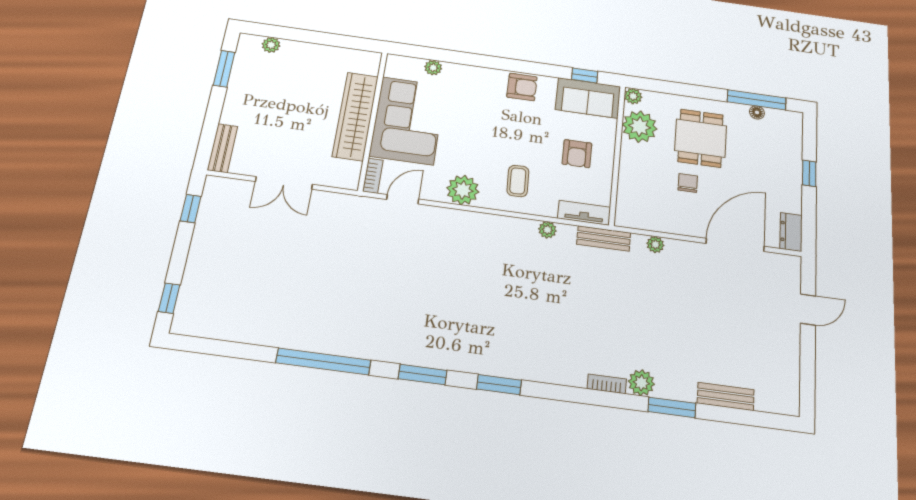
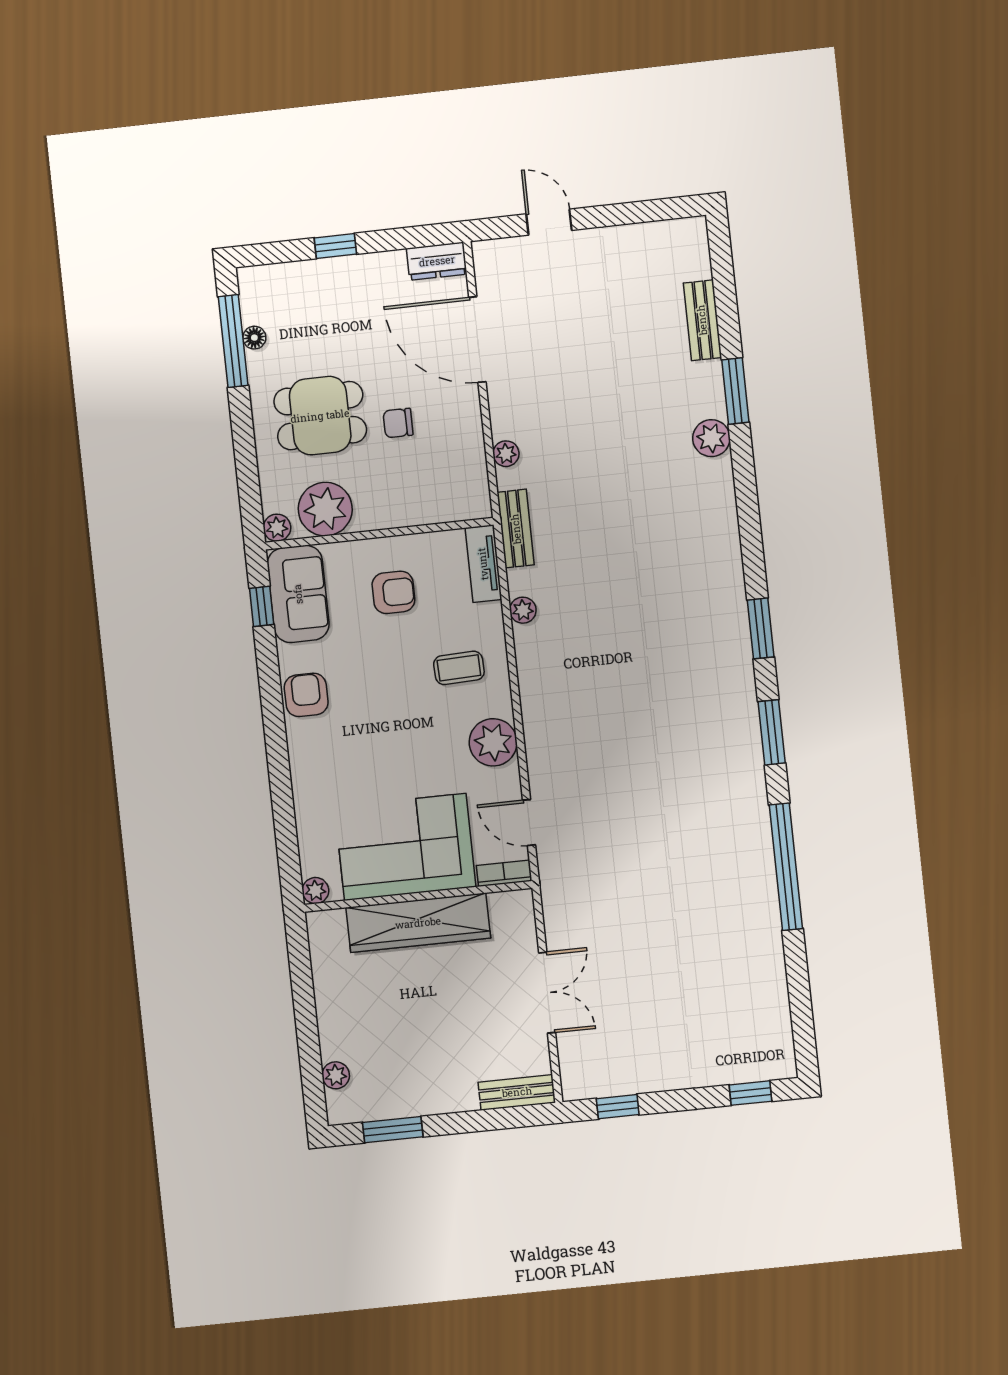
plant: (433, 68) -> (315, 891), moved
bookcase: (607, 384) -> (724, 485), removed

